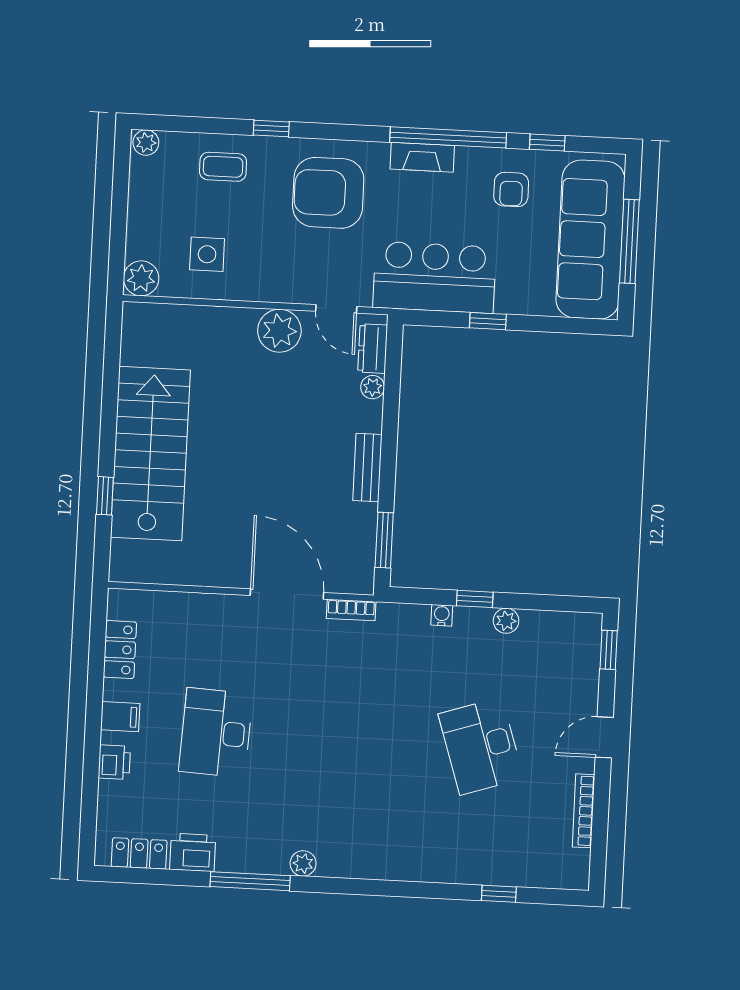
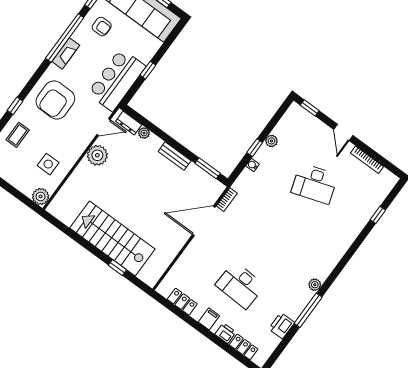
locker: (139, 853) -> (244, 347), moved, turned 90

